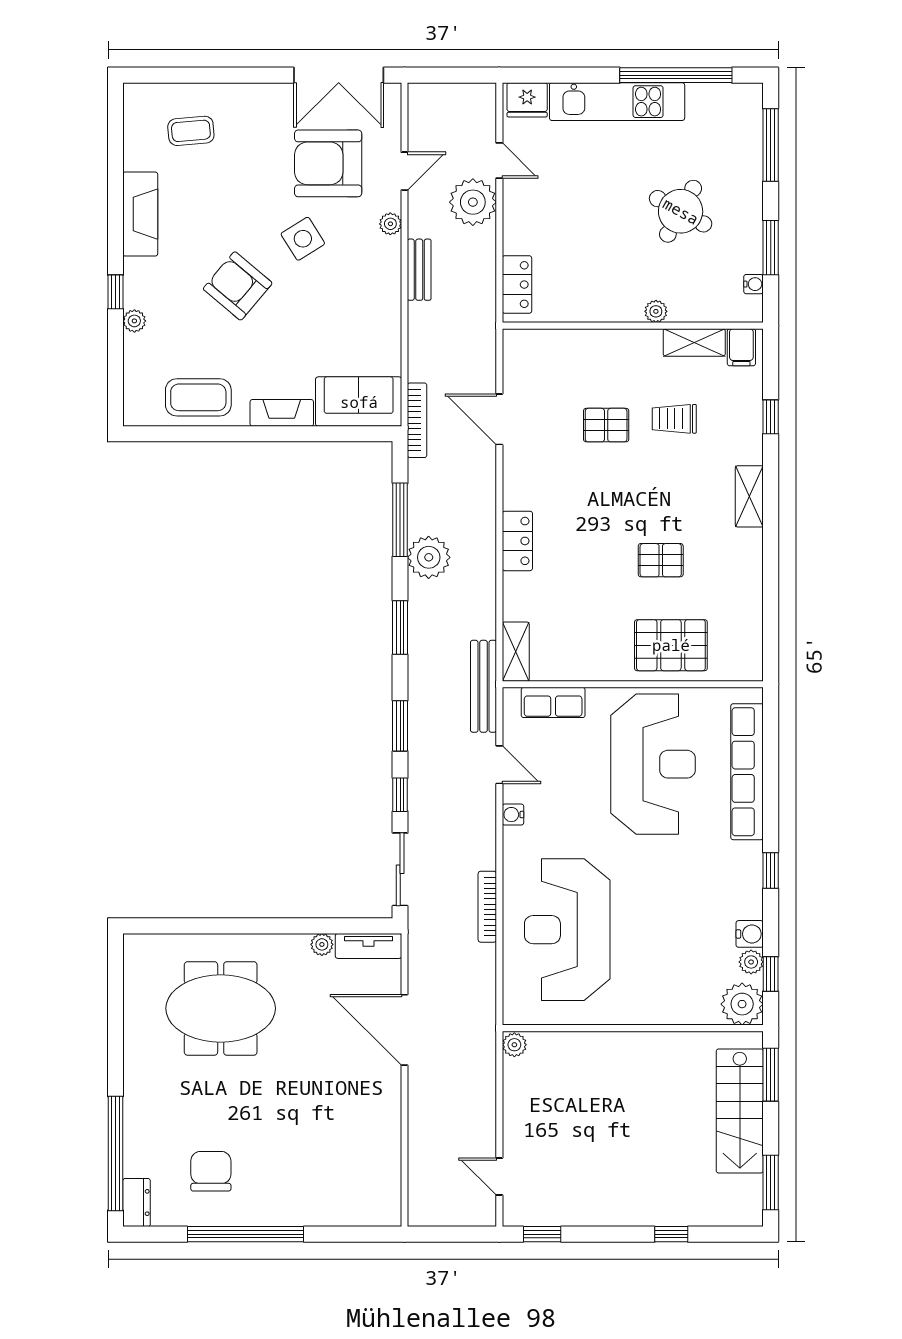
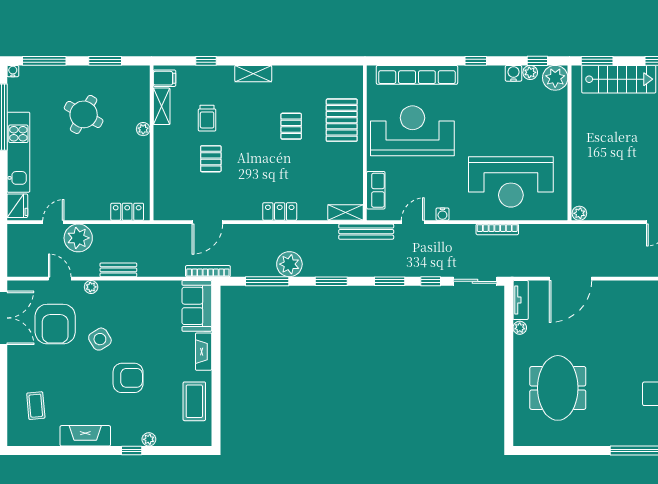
water cooler: (754, 284) -> (13, 71), moved
armchair: (238, 286) -> (128, 378), turned -130

